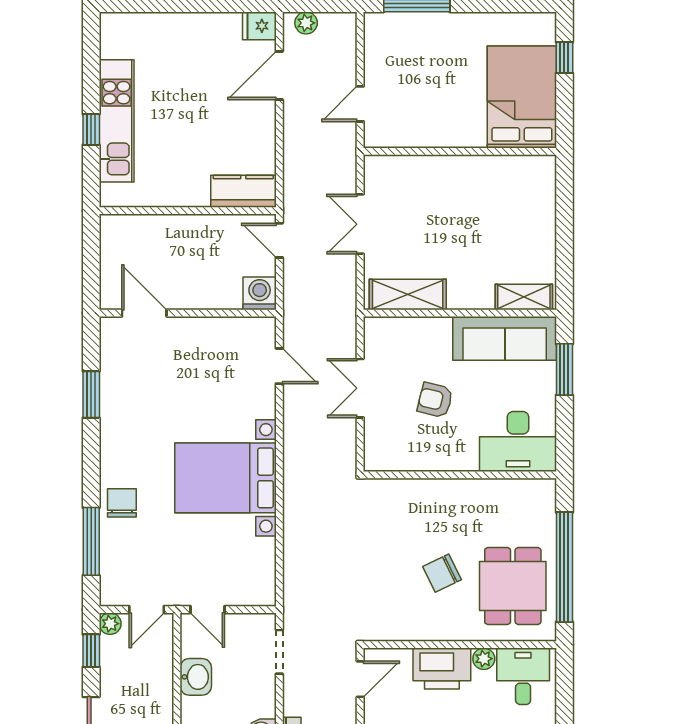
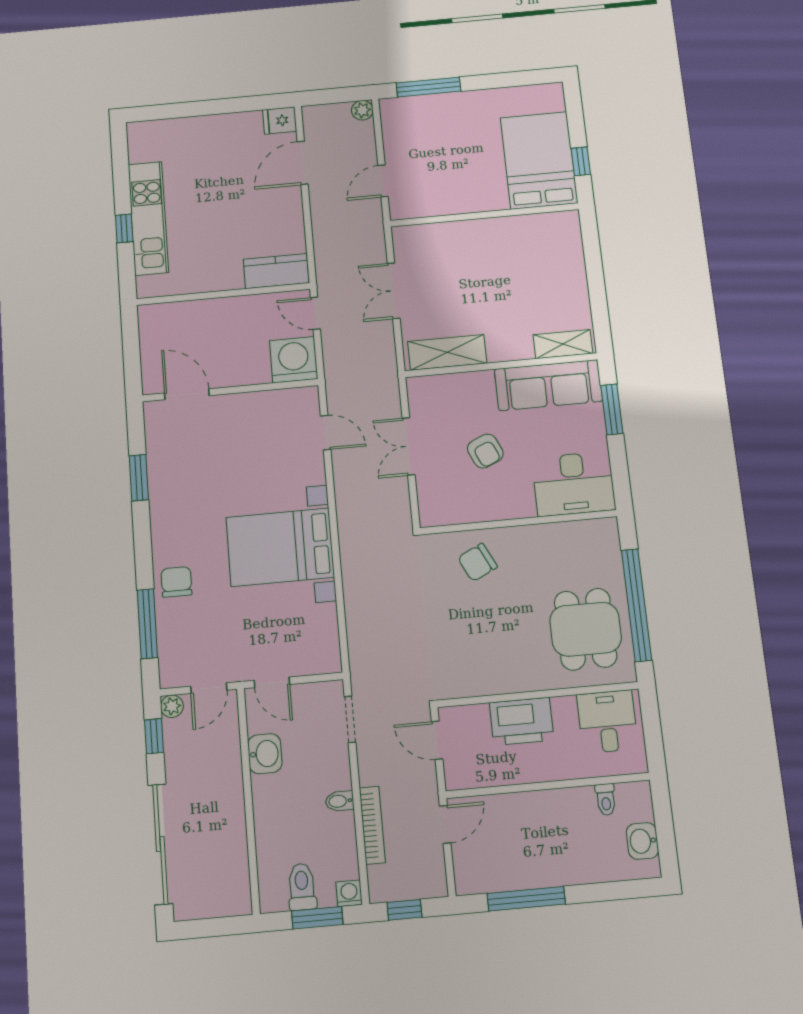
plant: (306, 23) -> (362, 110), moved
window: (564, 58) -> (581, 161), moved
washing machine: (260, 293) -> (294, 360), width x1.37, depth x1.37
armchair: (435, 400) -> (485, 451), turned -128
chair: (442, 573) -> (477, 562), moved
plant: (484, 659) -> (564, 707), removed
door: (360, 679) -> (437, 740), swing flipped

